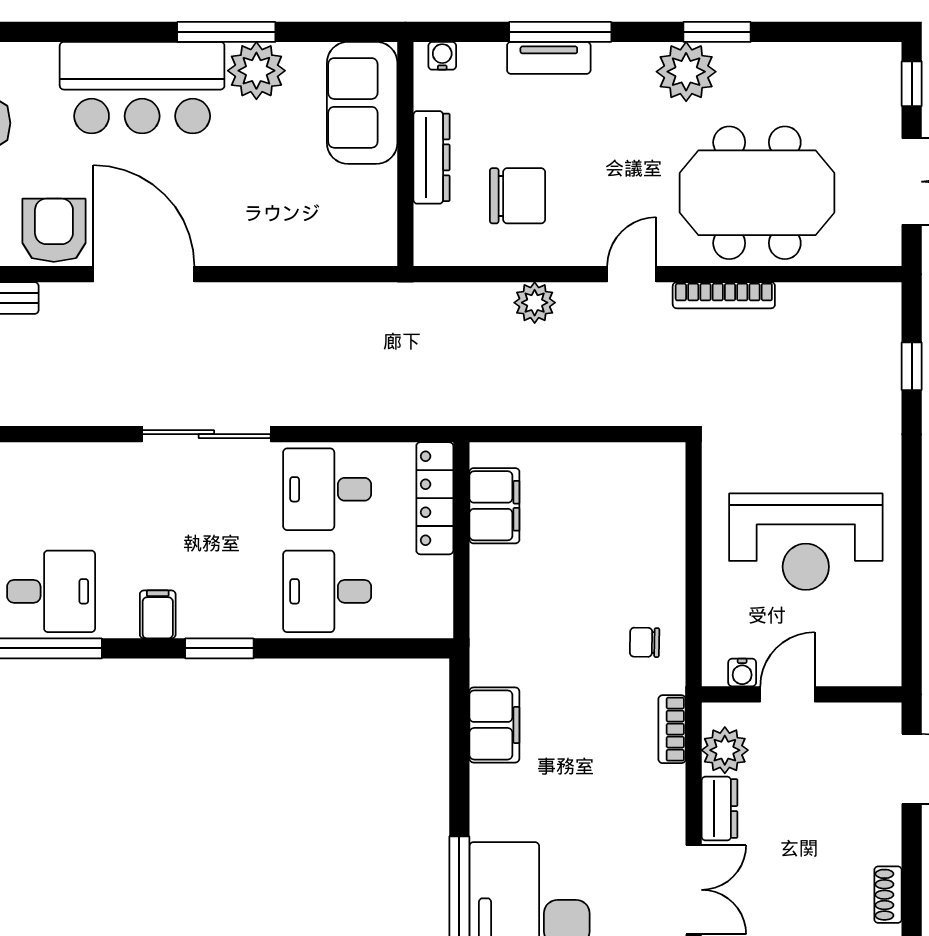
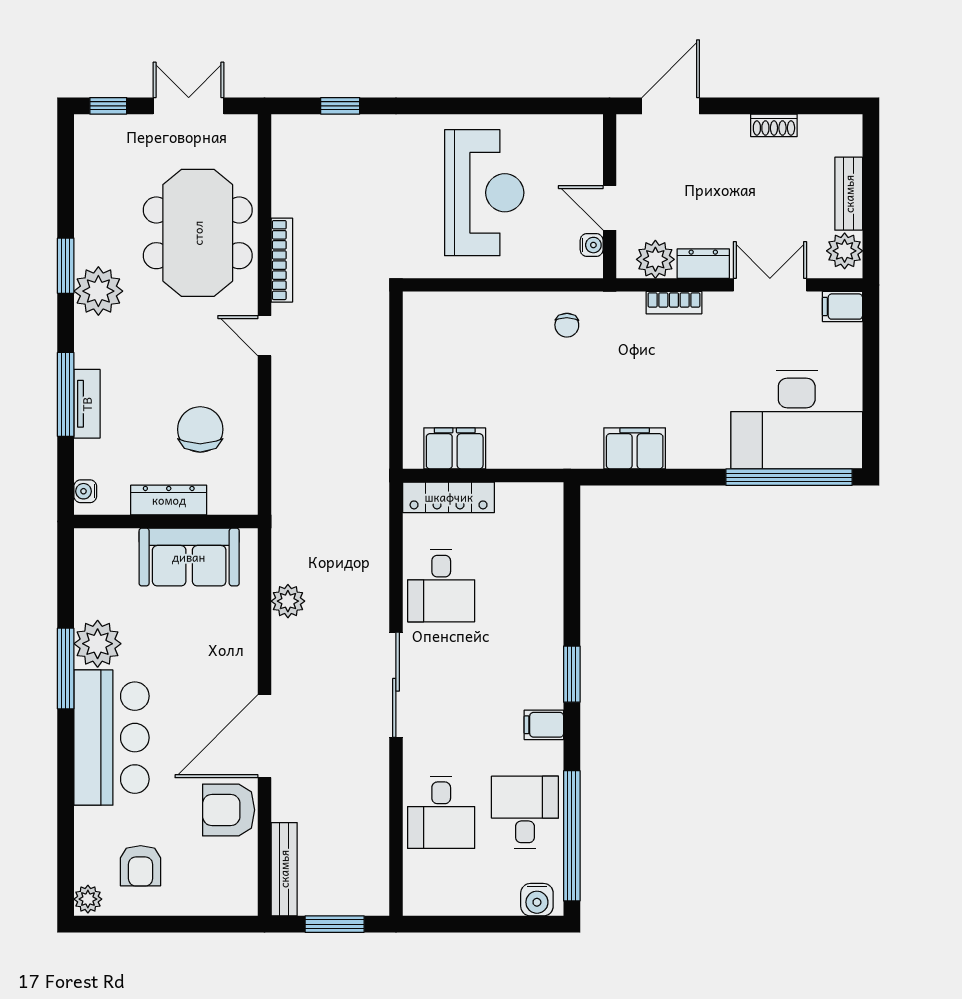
sofa: (362, 103) -> (189, 557), moved
plant: (535, 303) -> (288, 601), moved
desk: (327, 591) -> (441, 812), moved
bookcase: (672, 729) -> (674, 303), moved

